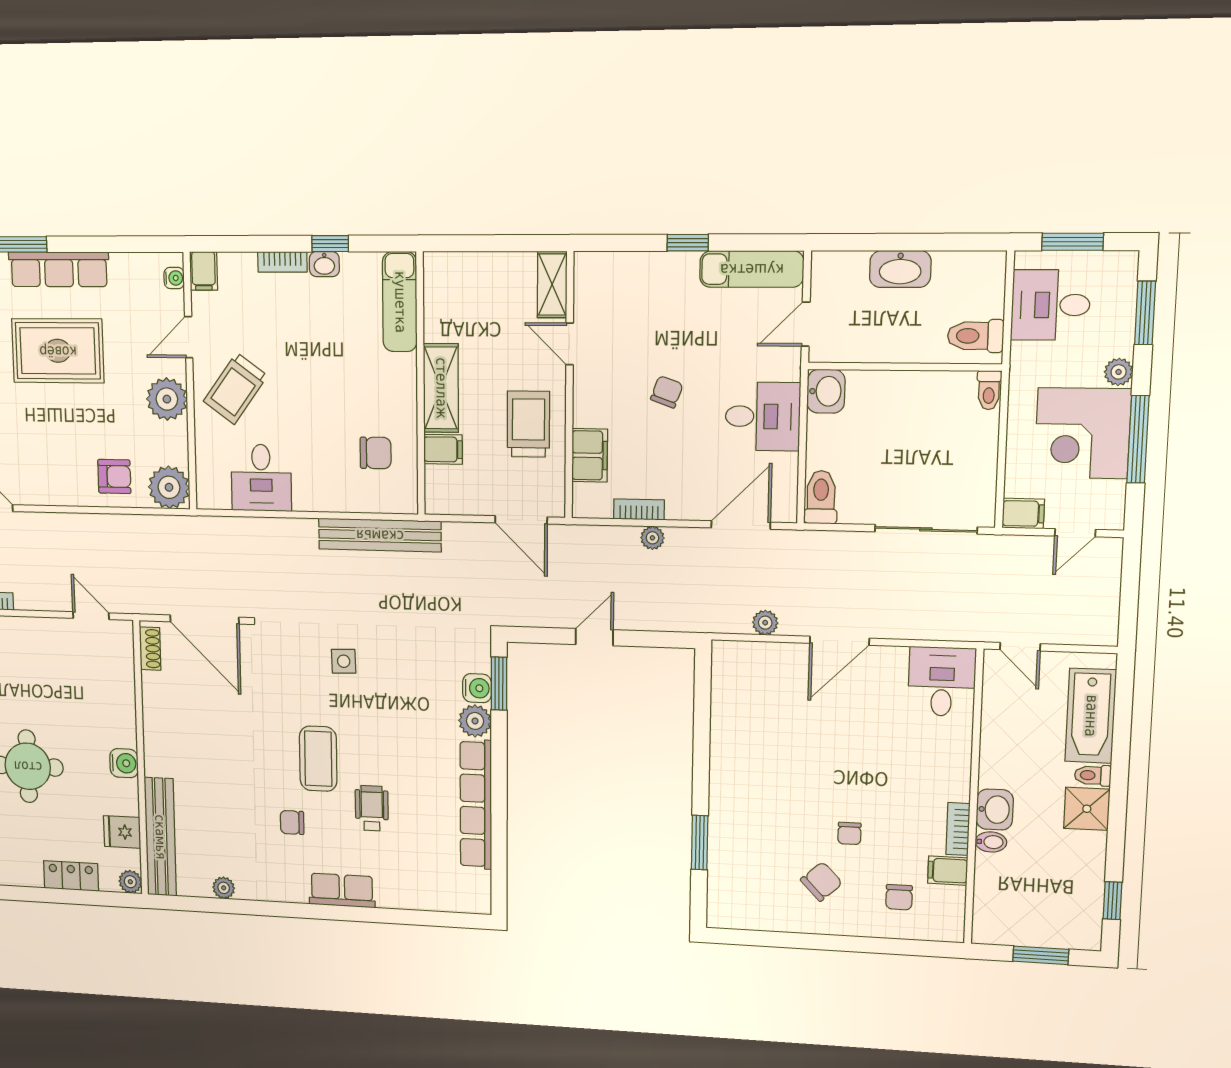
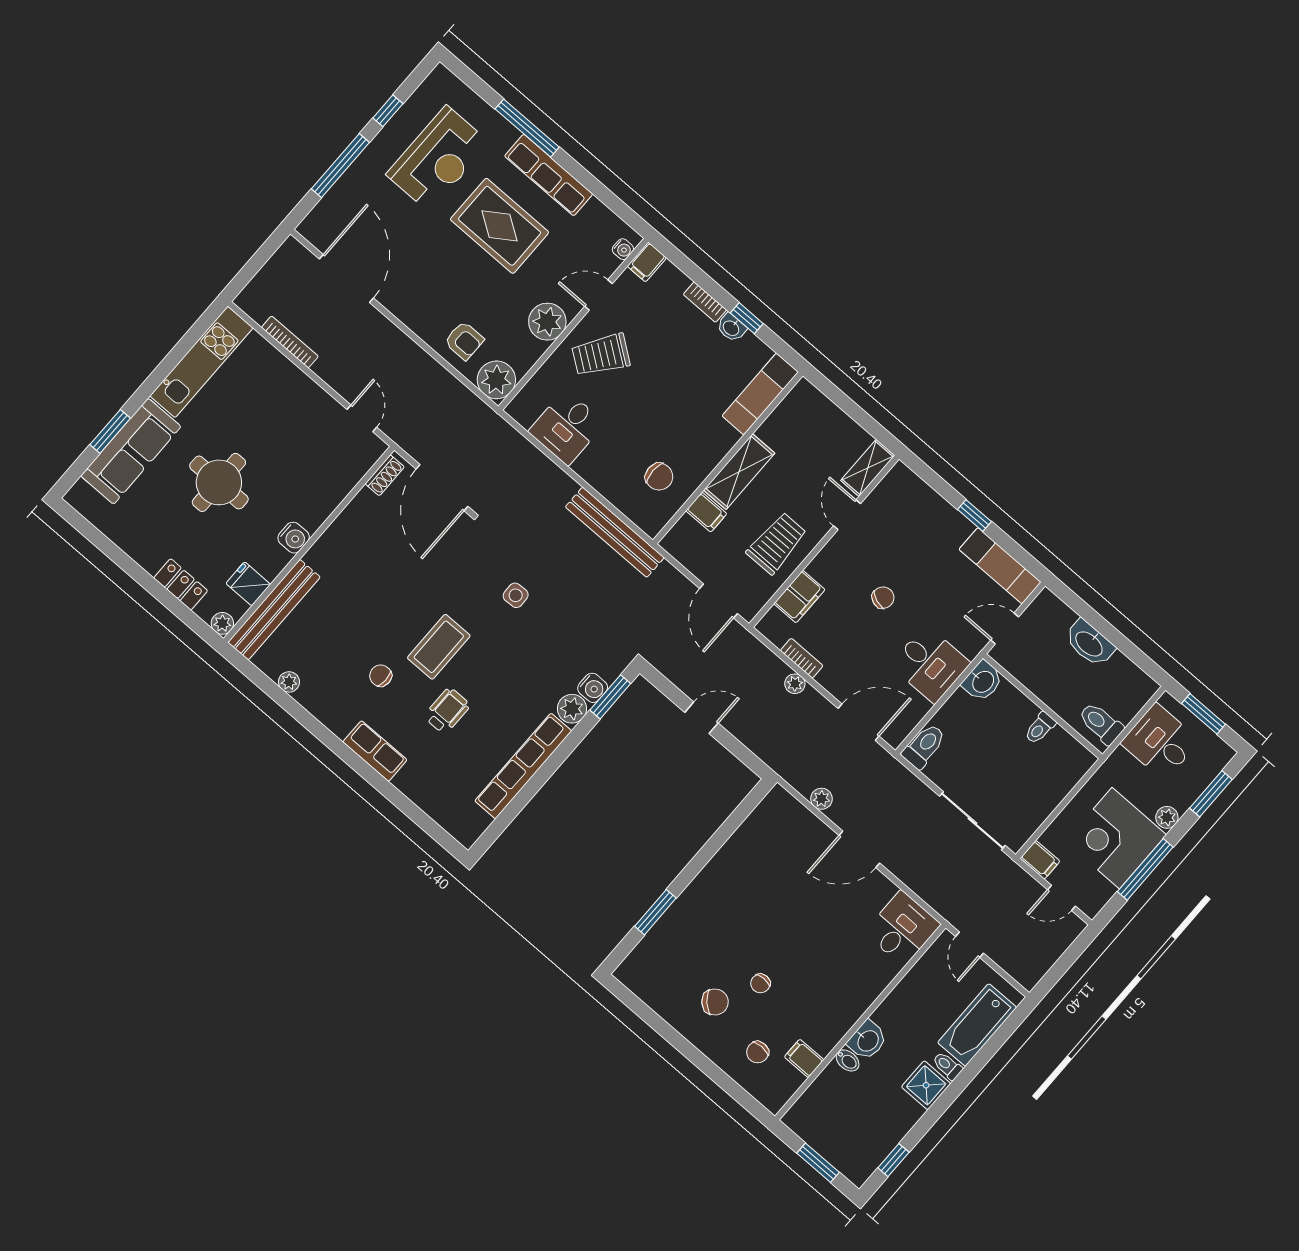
toilet: (989, 390) -> (1040, 728), moved
bookcase: (958, 829) -> (833, 1035), removed

